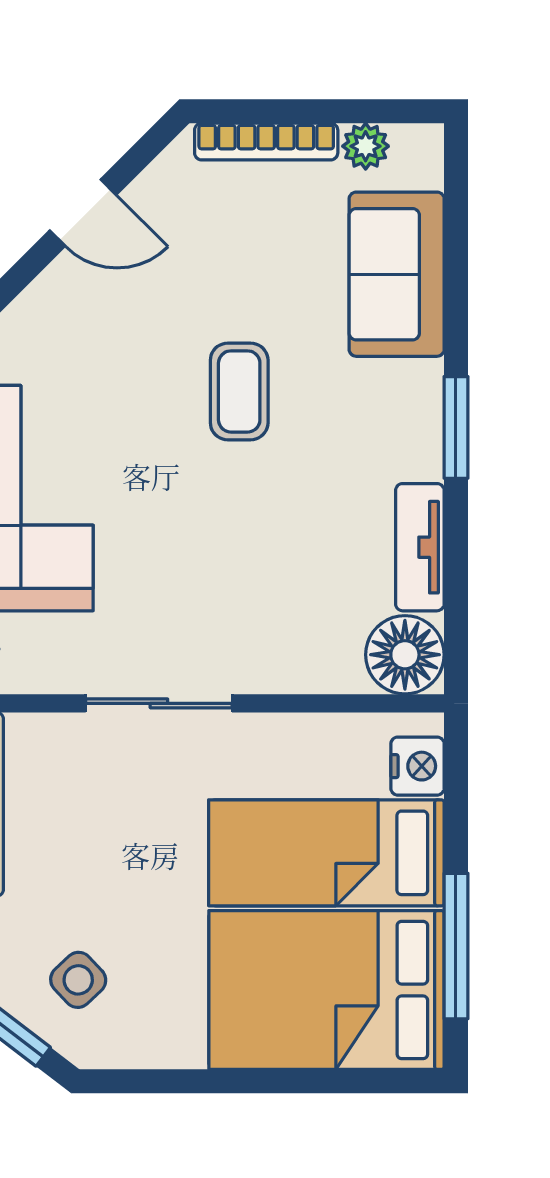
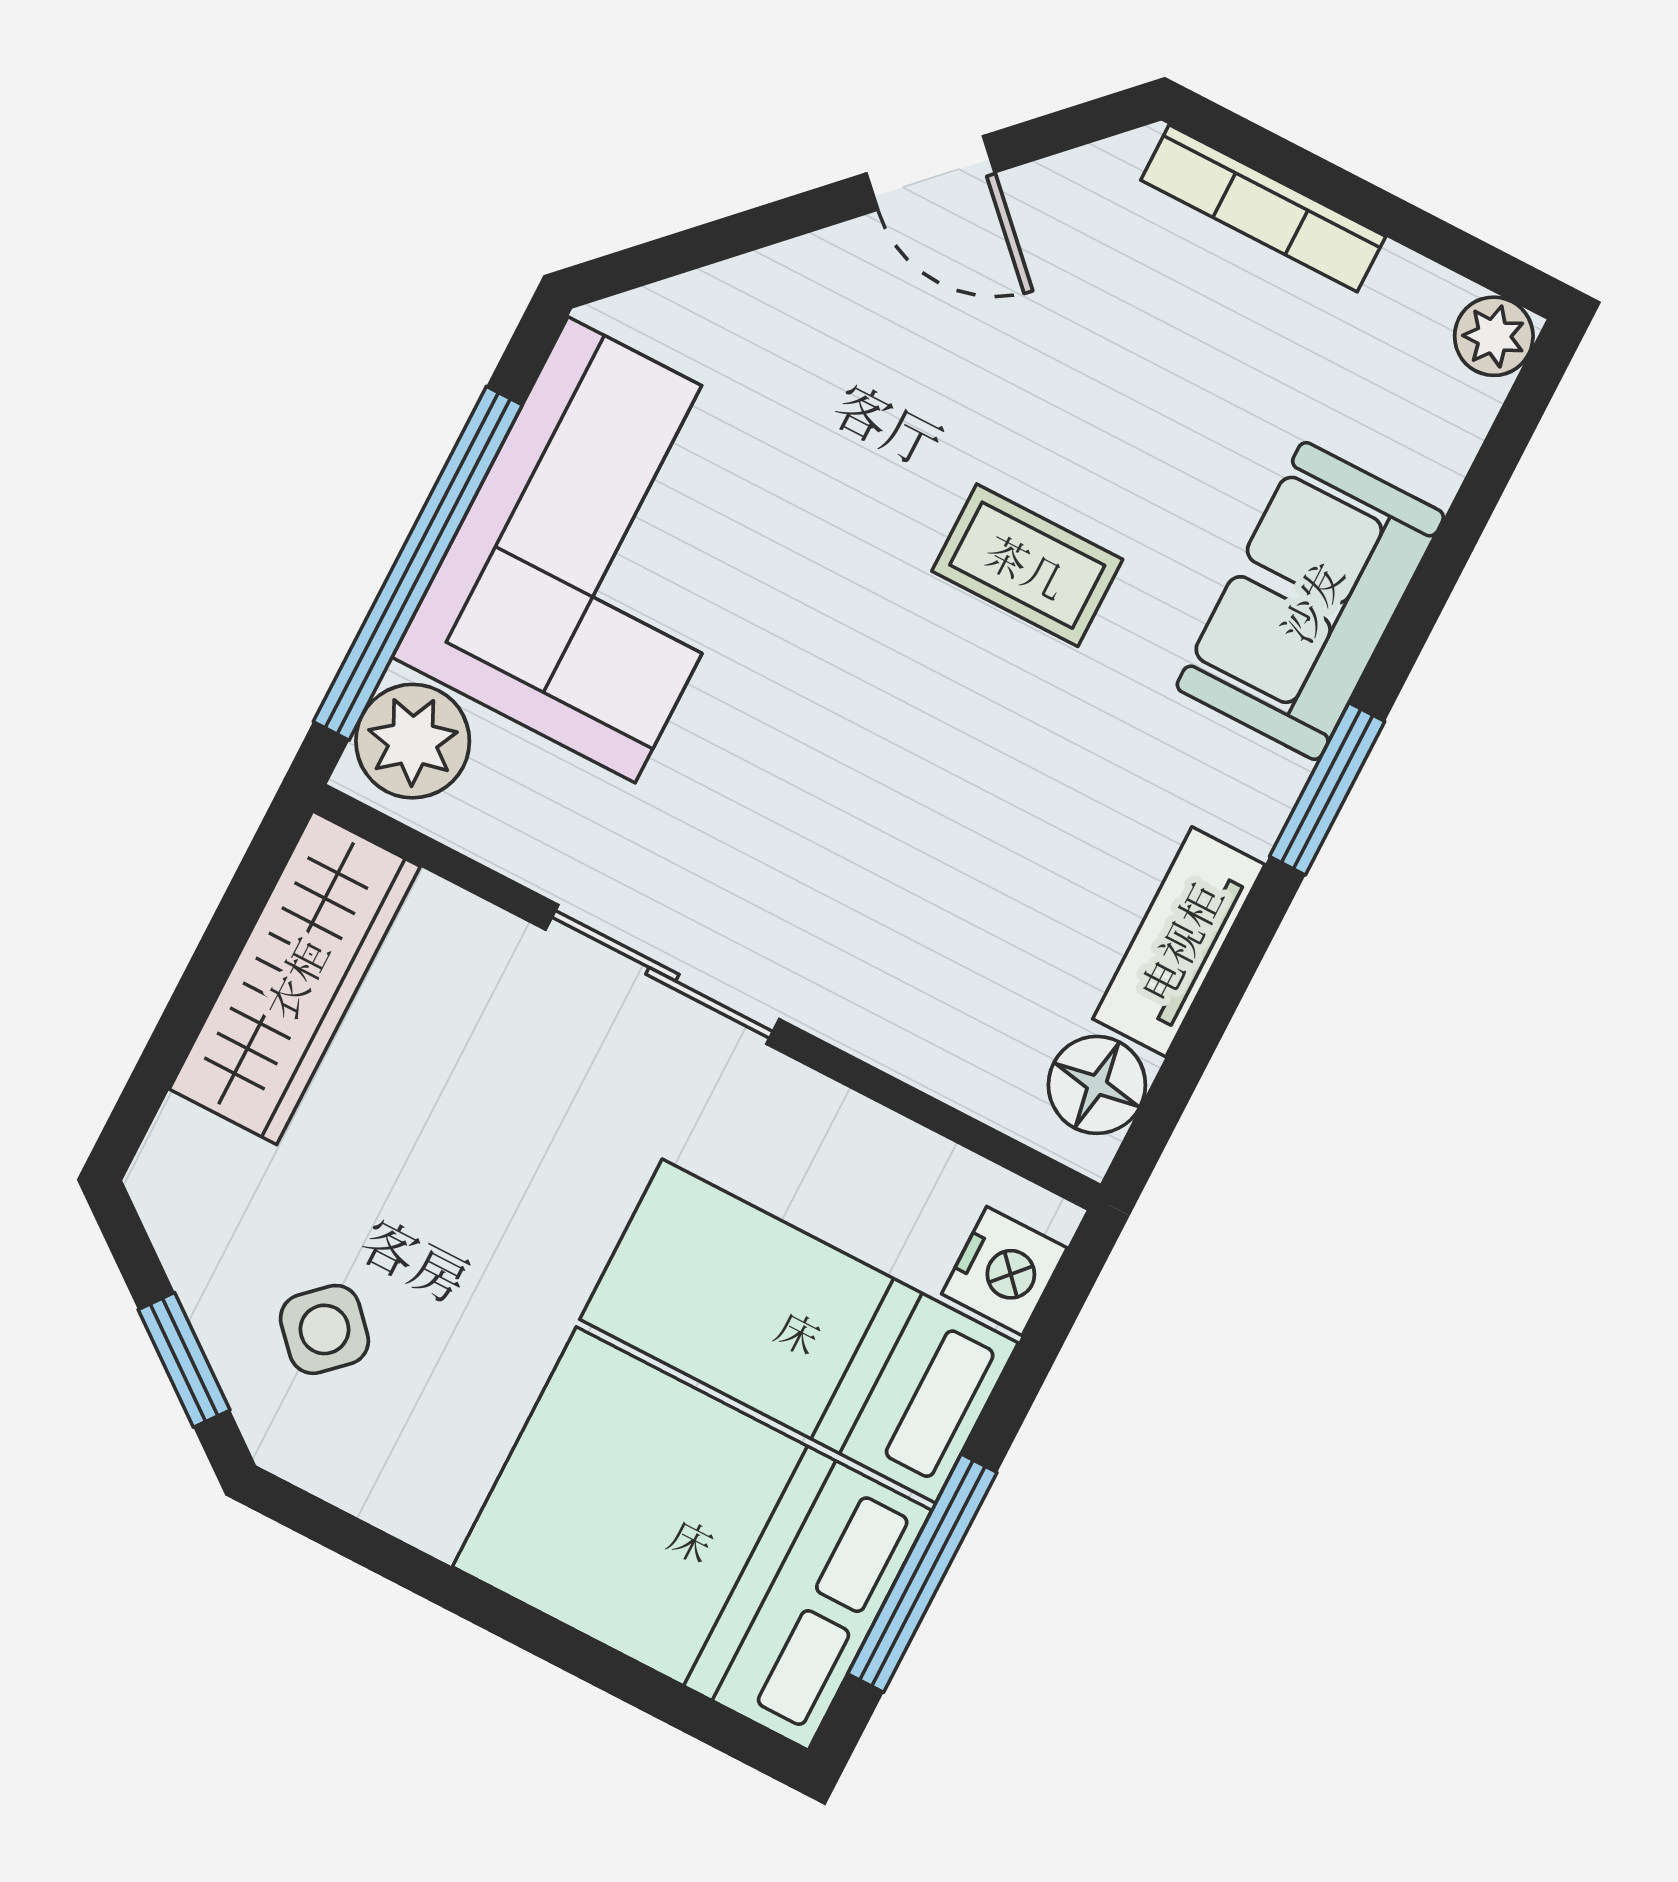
plant: (366, 146) -> (1494, 336), moved
sofa: (397, 274) -> (1310, 601), moved
coffee table: (239, 391) -> (1027, 565), turned 90
floor lamp: (405, 655) -> (1097, 1085), width x0.73, depth x0.73

